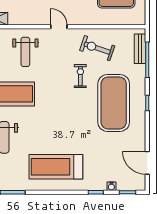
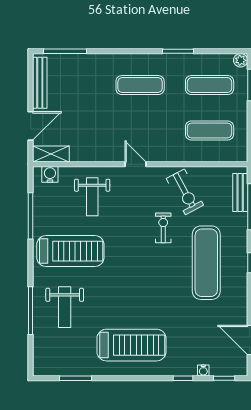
exercise bike: (97, 48) -> (185, 192), turned -137
exercise mat: (114, 103) -> (206, 263), width x0.68
treadmill: (56, 167) -> (131, 345), turned 180

